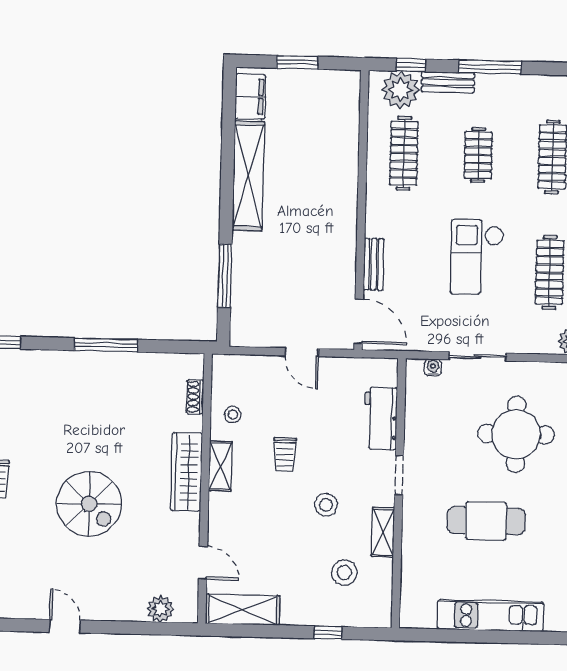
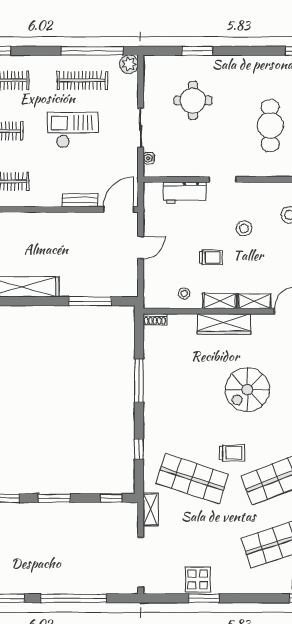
checkout: (477, 257) -> (73, 130), turned 180
shoe rack: (195, 397) -> (155, 319), moved
round table: (516, 434) -> (193, 100), width x0.73, depth x0.73
spiral stairs: (89, 504) -> (247, 390), turned 180
cafe table: (486, 521) -> (270, 125), moved
shelving: (383, 532) -> (255, 301), moved

